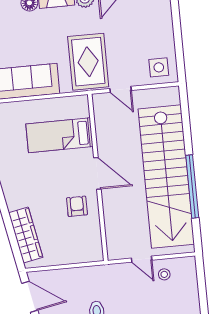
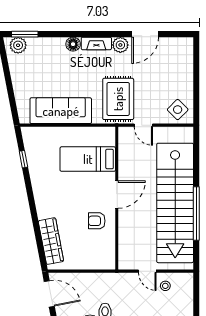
side table: (159, 67) -> (178, 110), turned 45
door: (97, 173) -> (117, 195), hinge flipped
armchair: (77, 206) -> (97, 221), turned -90

